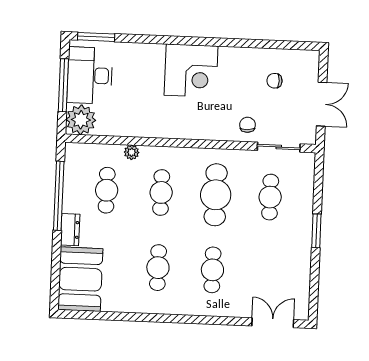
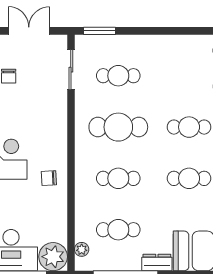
chair: (247, 125) -> (49, 178), moved
plant: (132, 152) -> (82, 249), moved
window: (316, 231) -> (100, 31), moved

